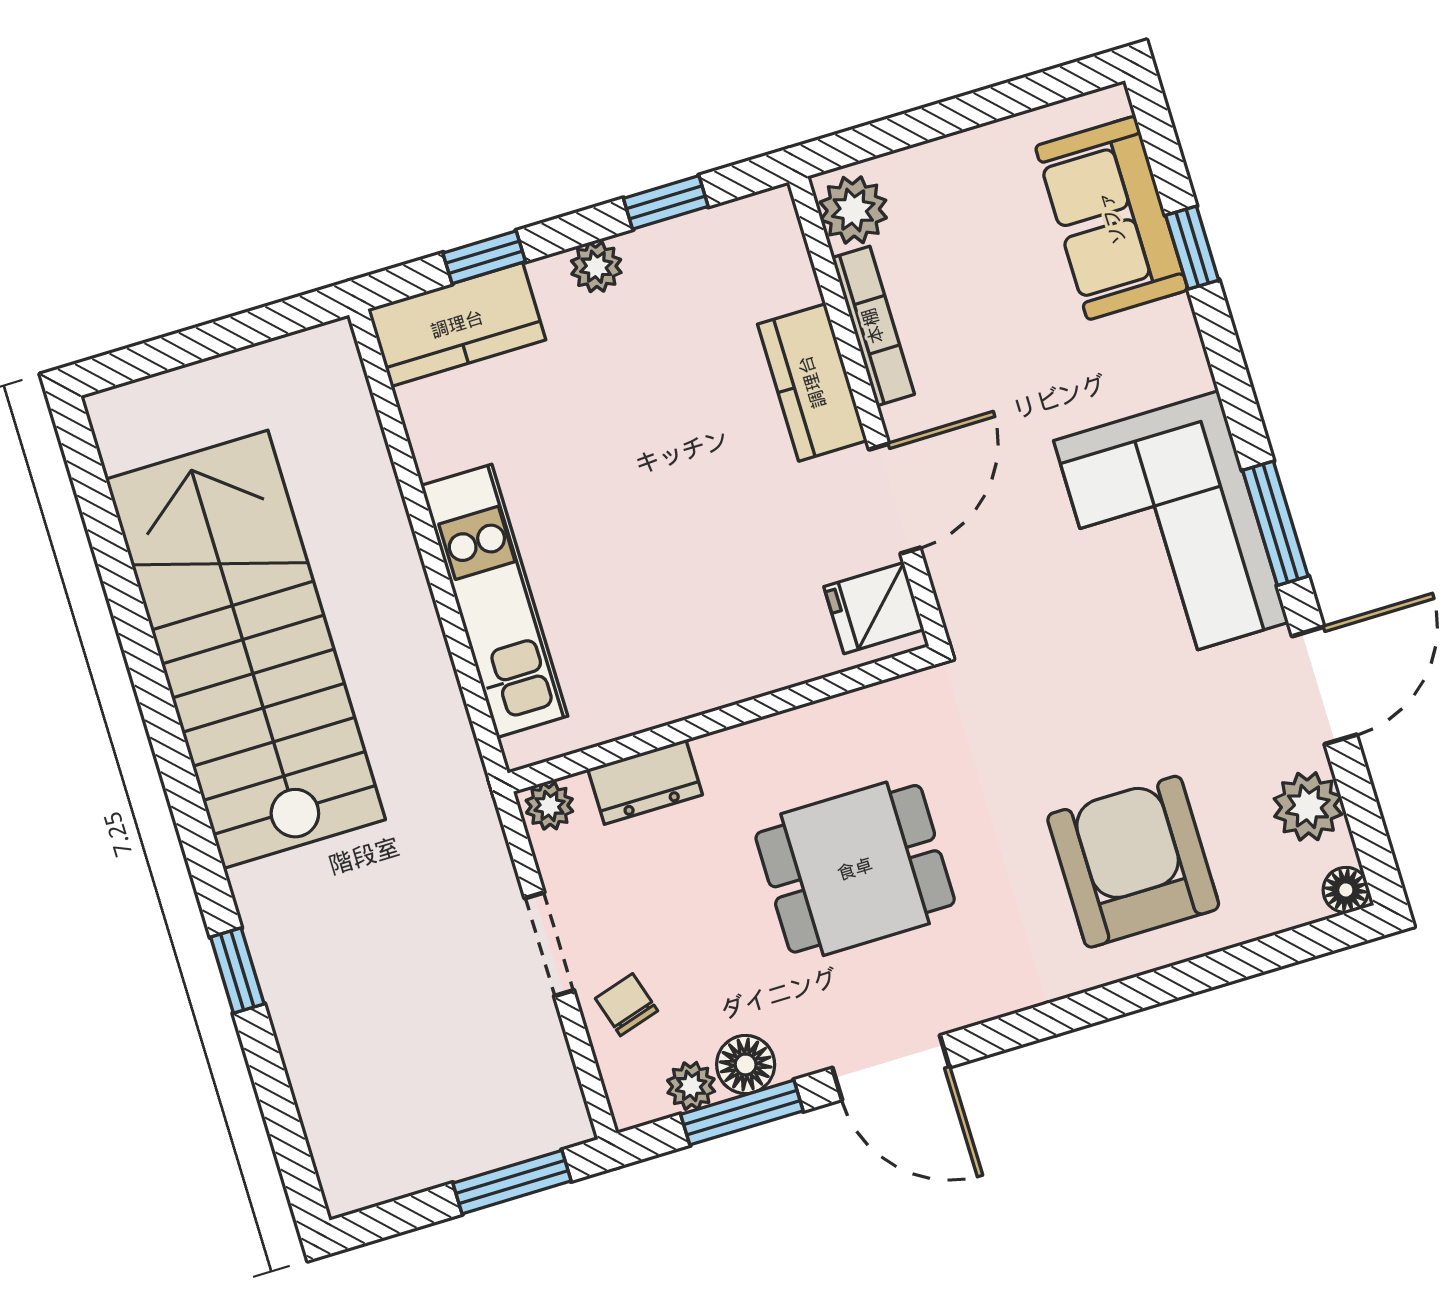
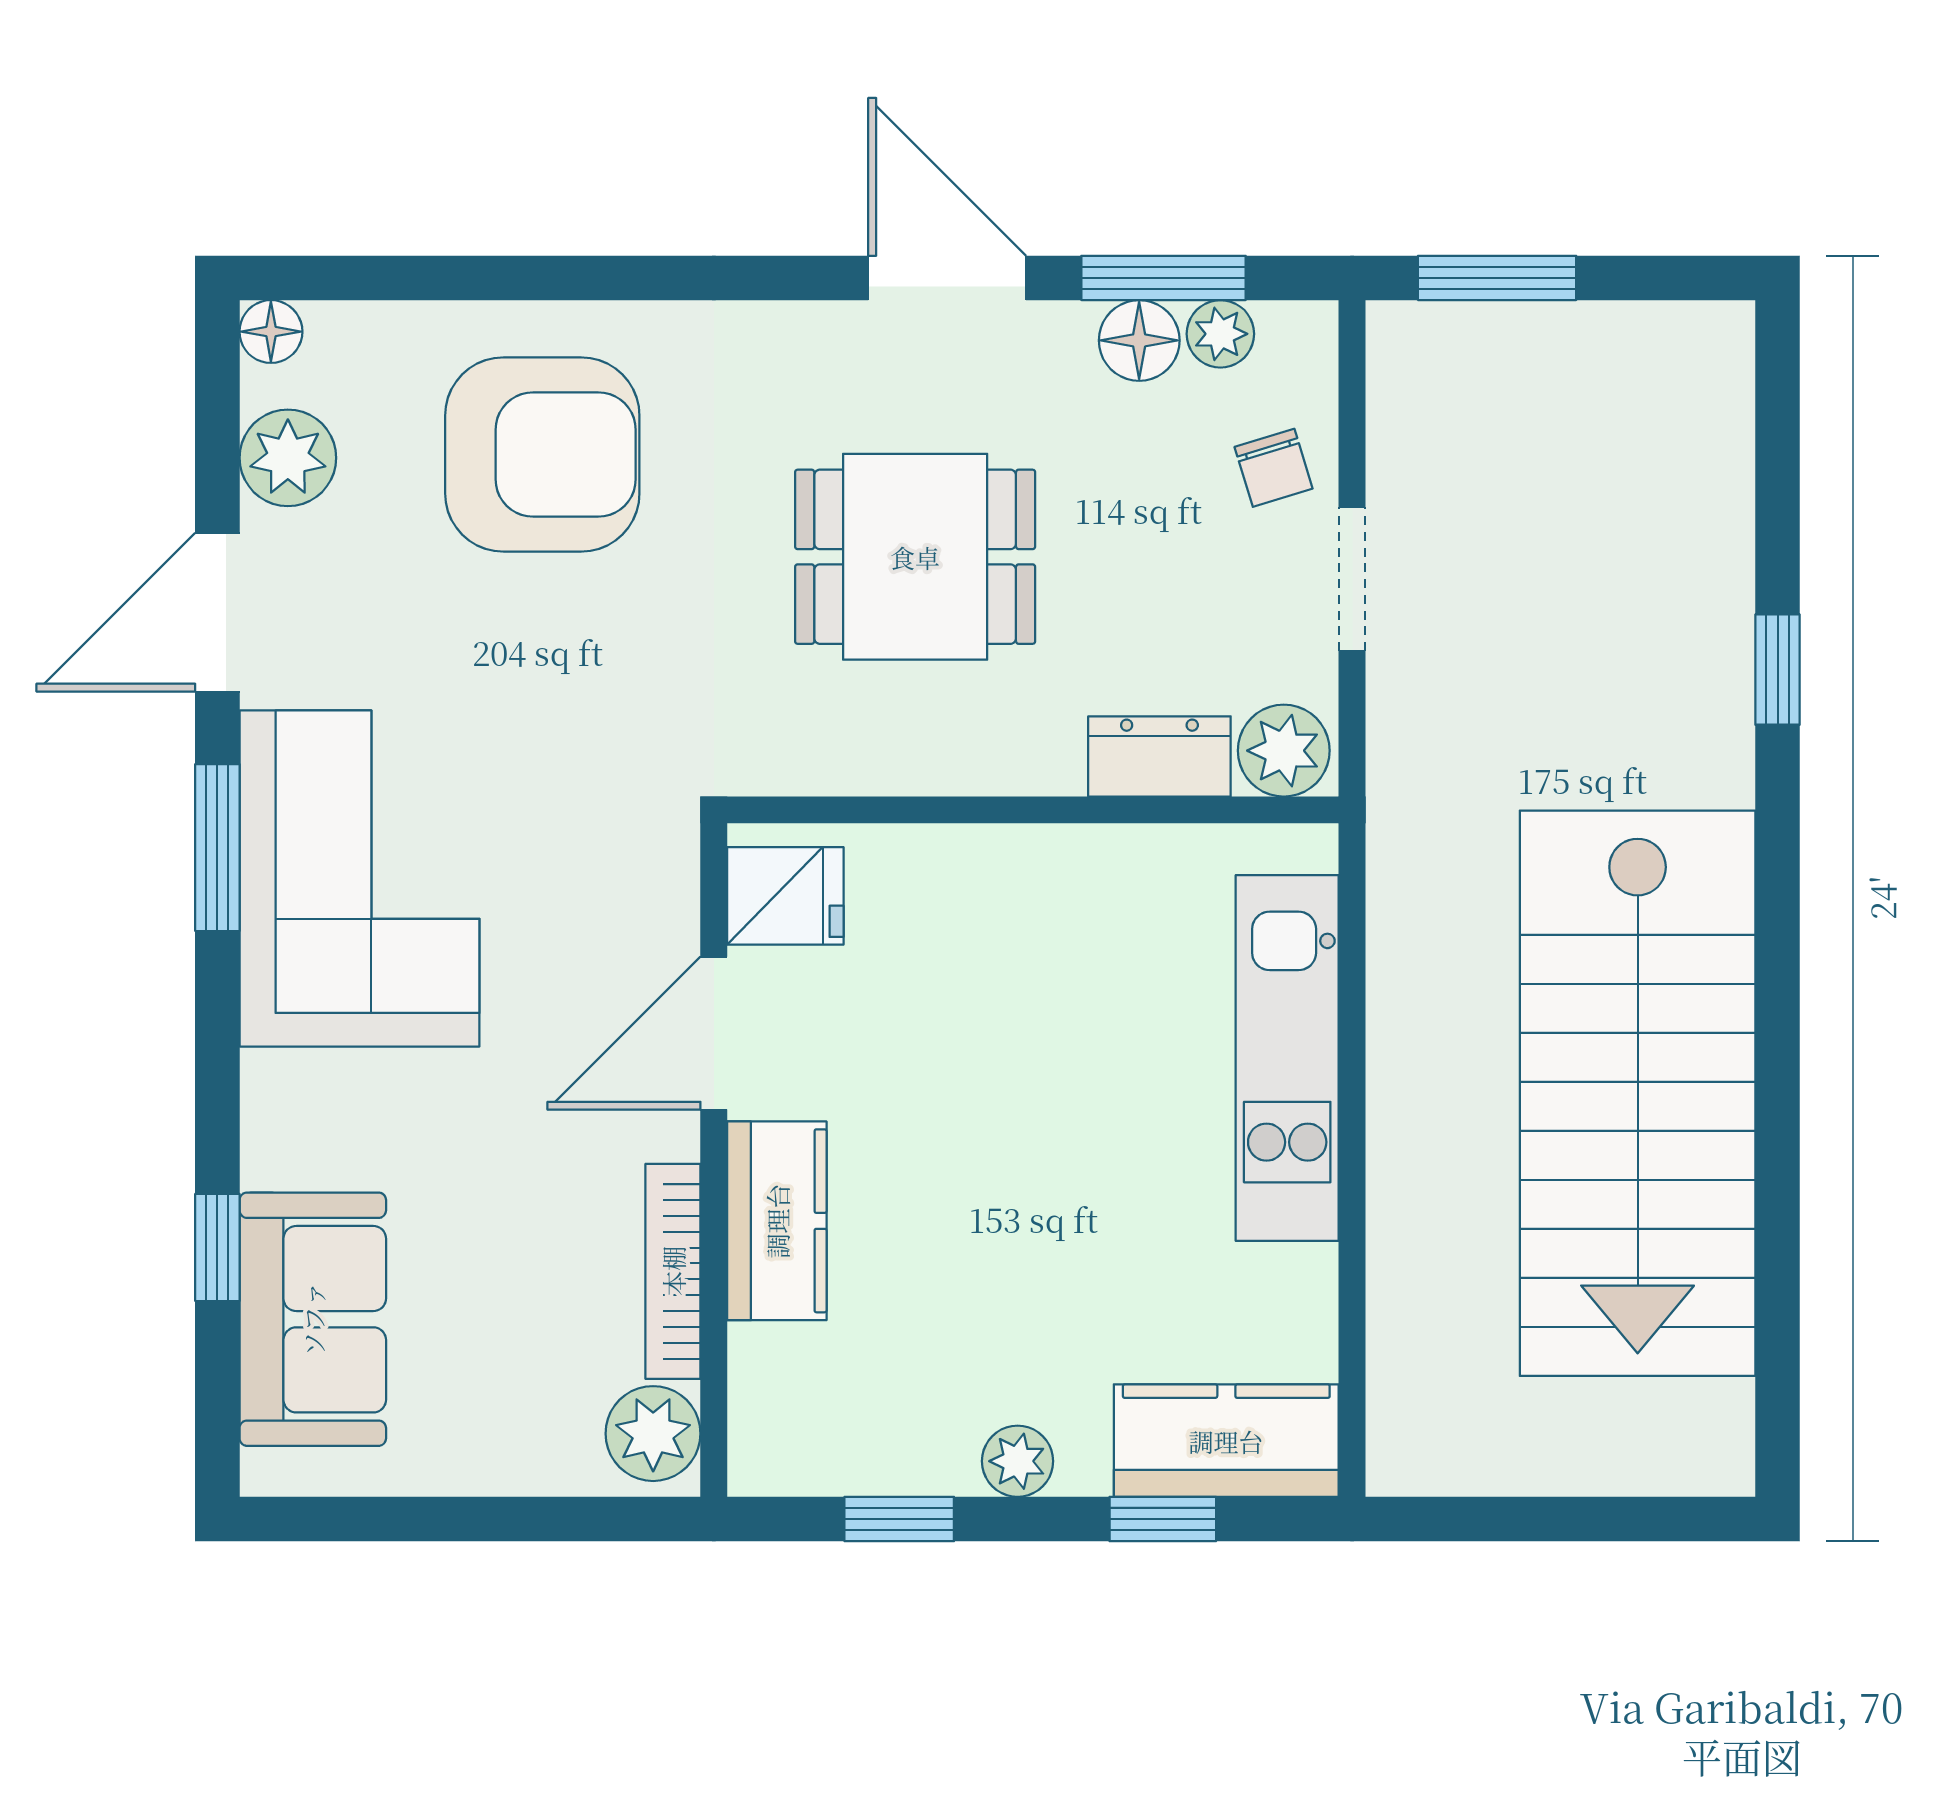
plant: (549, 806) -> (1284, 751), width x1.38, depth x1.38
armchair: (1133, 862) -> (542, 455), turned -90

